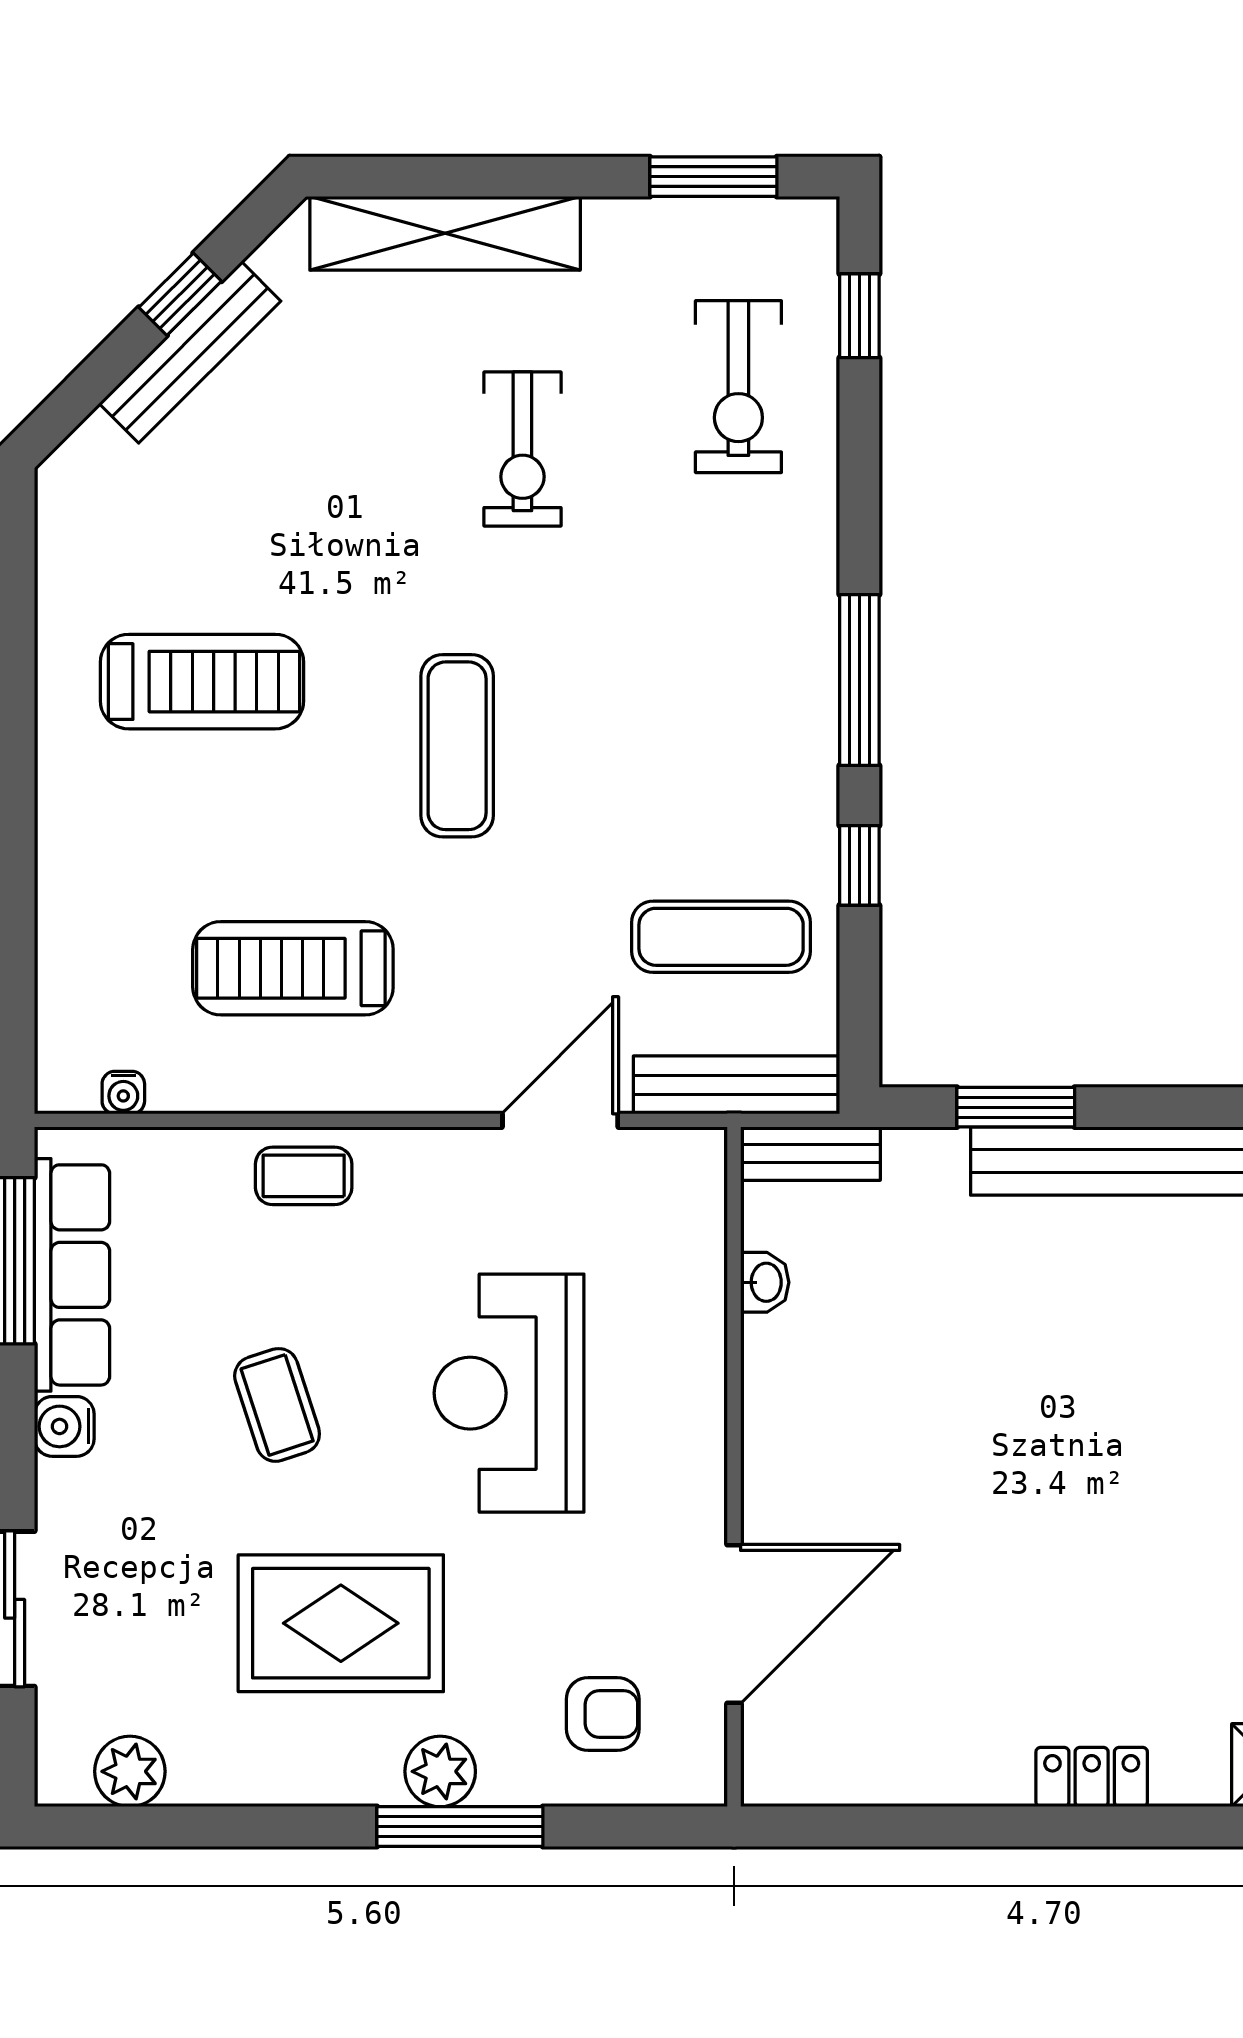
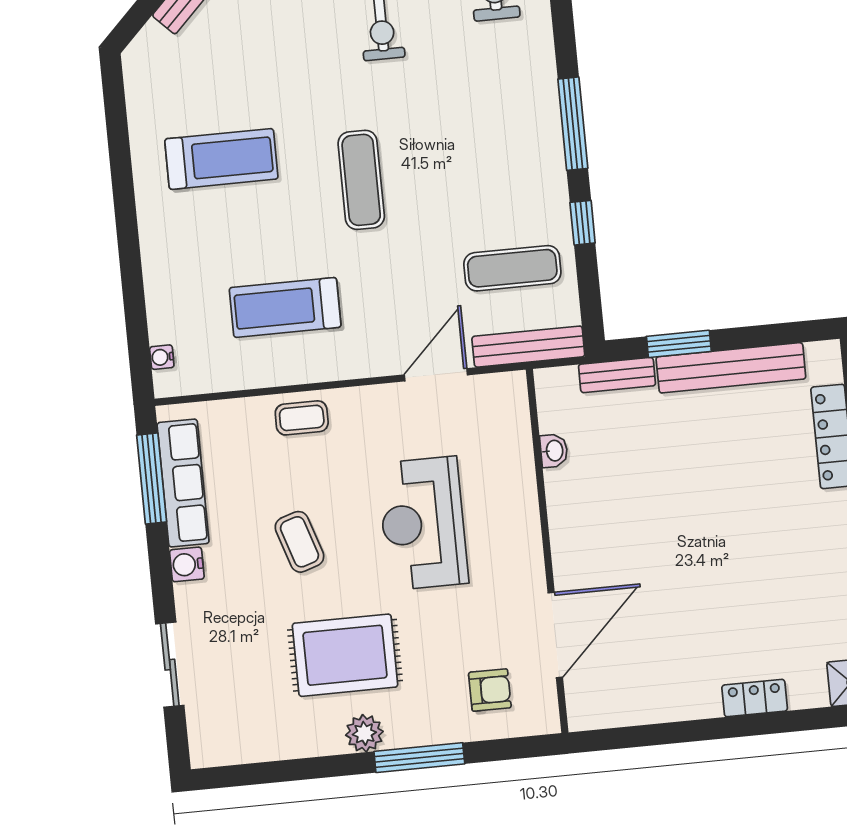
water cooler: (123, 1093) -> (162, 357), moved, turned 90
bench: (810, 1154) -> (617, 375), moved
plant: (130, 1771) -> (240, 746), removed
plant: (440, 1771) -> (364, 733), moved

